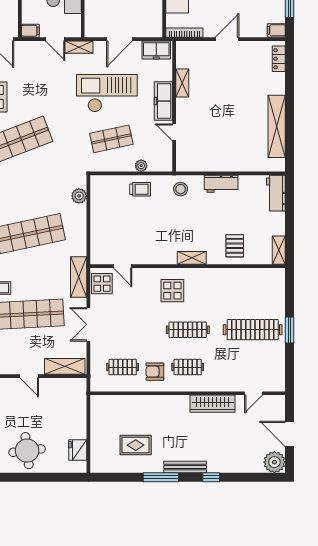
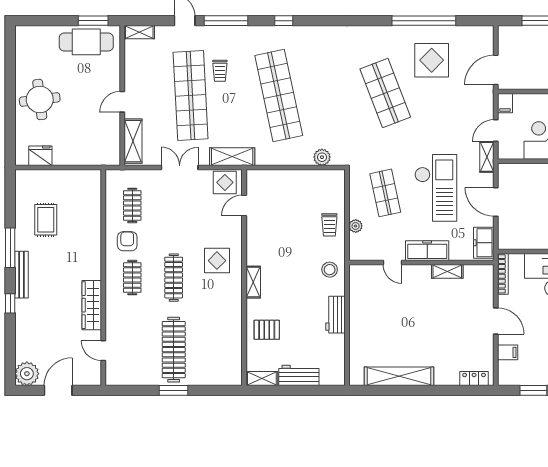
filing cabinet: (276, 30) -> (508, 352), moved, turned 90
door: (174, 132) -> (392, 262), swing flipped
workbench: (276, 193) -> (299, 375), moved

